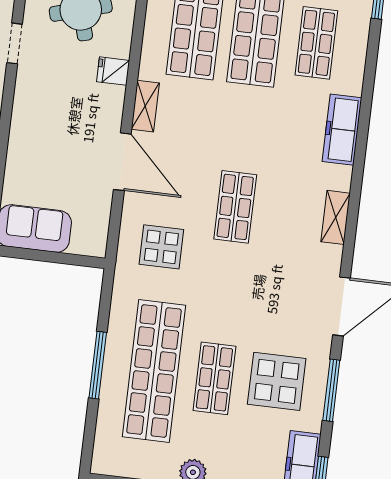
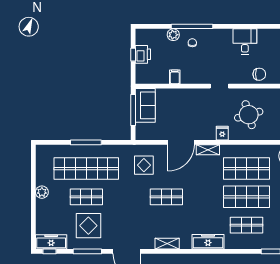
doorway: (15, 43) -> (219, 86), moved
window: (41, 256) -> (133, 110), added

